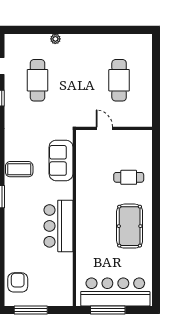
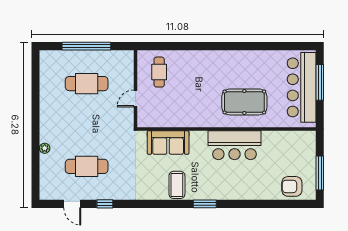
window: (156, 80) -> (86, 46), added
cafe table: (129, 177) -> (159, 72), moved
pool table: (130, 226) -> (244, 102), moved
window: (108, 310) -> (320, 82), moved

